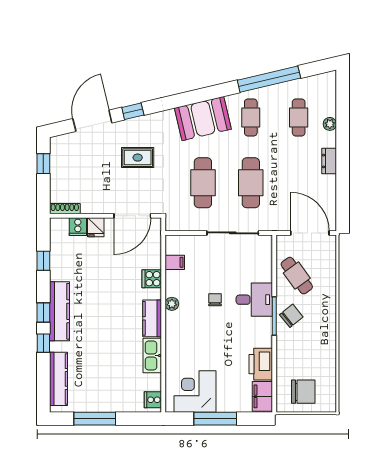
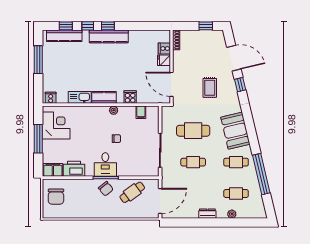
cafe table: (251, 183) -> (193, 162), width x0.73, depth x0.74
window: (43, 261) -> (66, 26), moved
desk: (254, 300) -> (105, 164), moved

